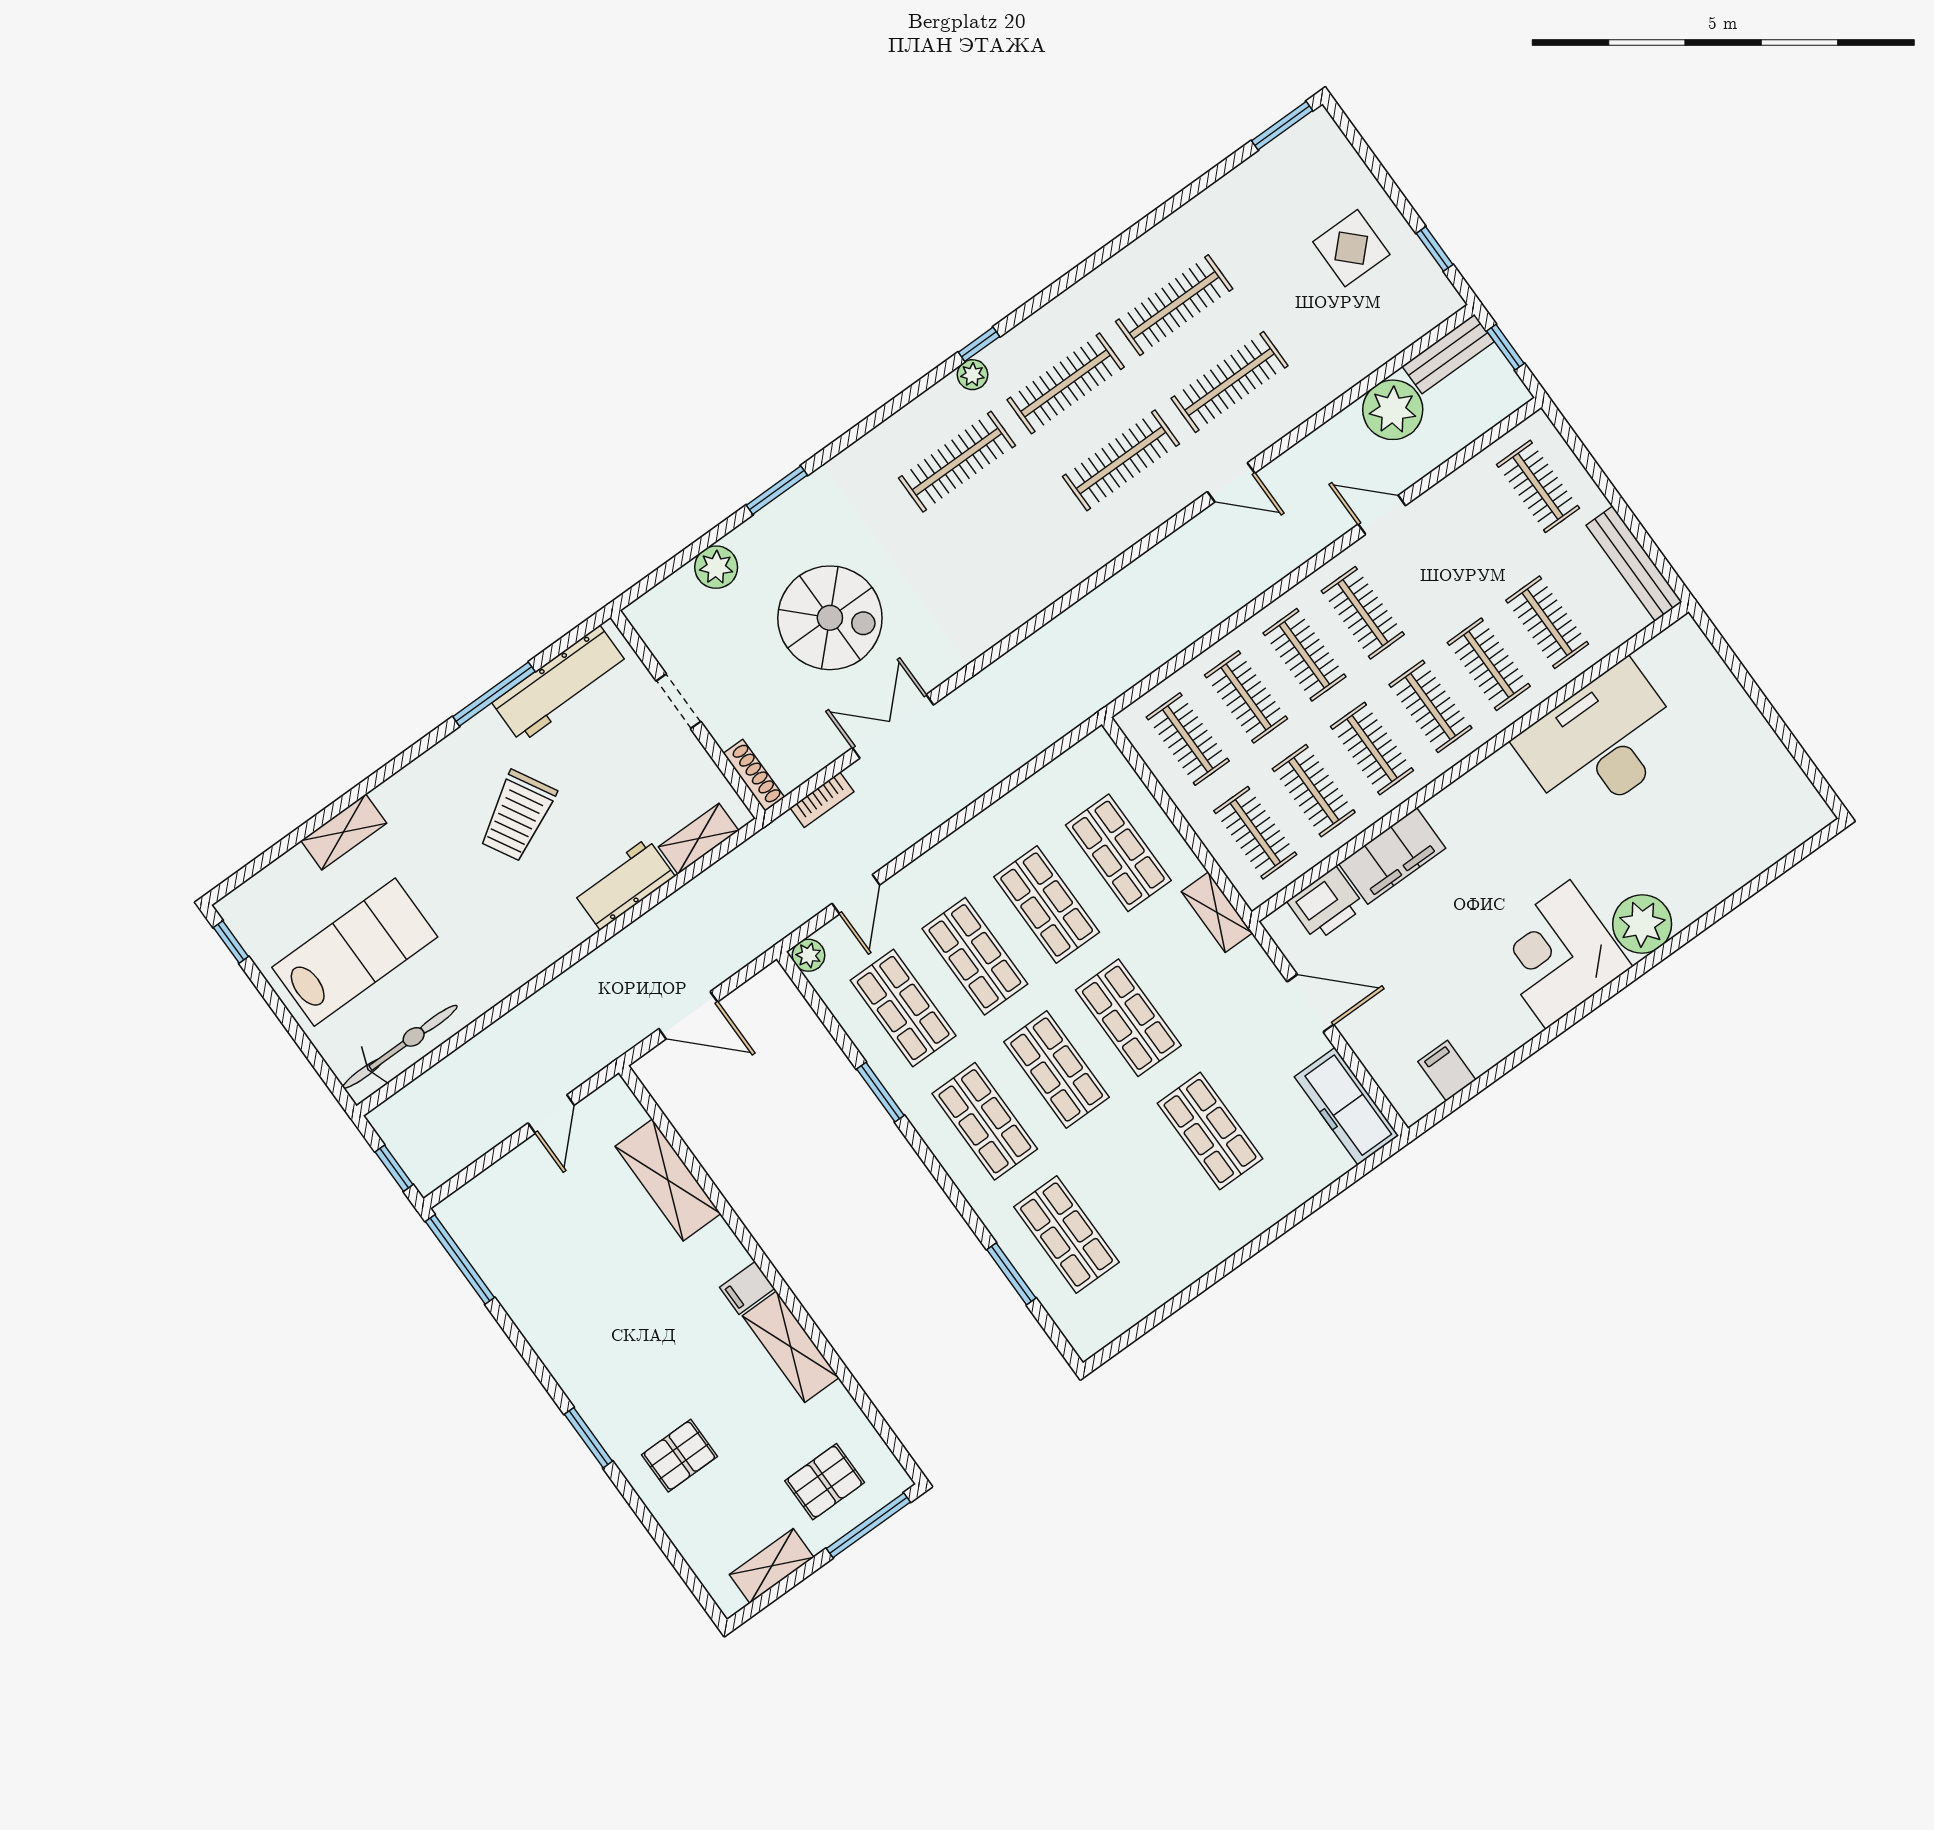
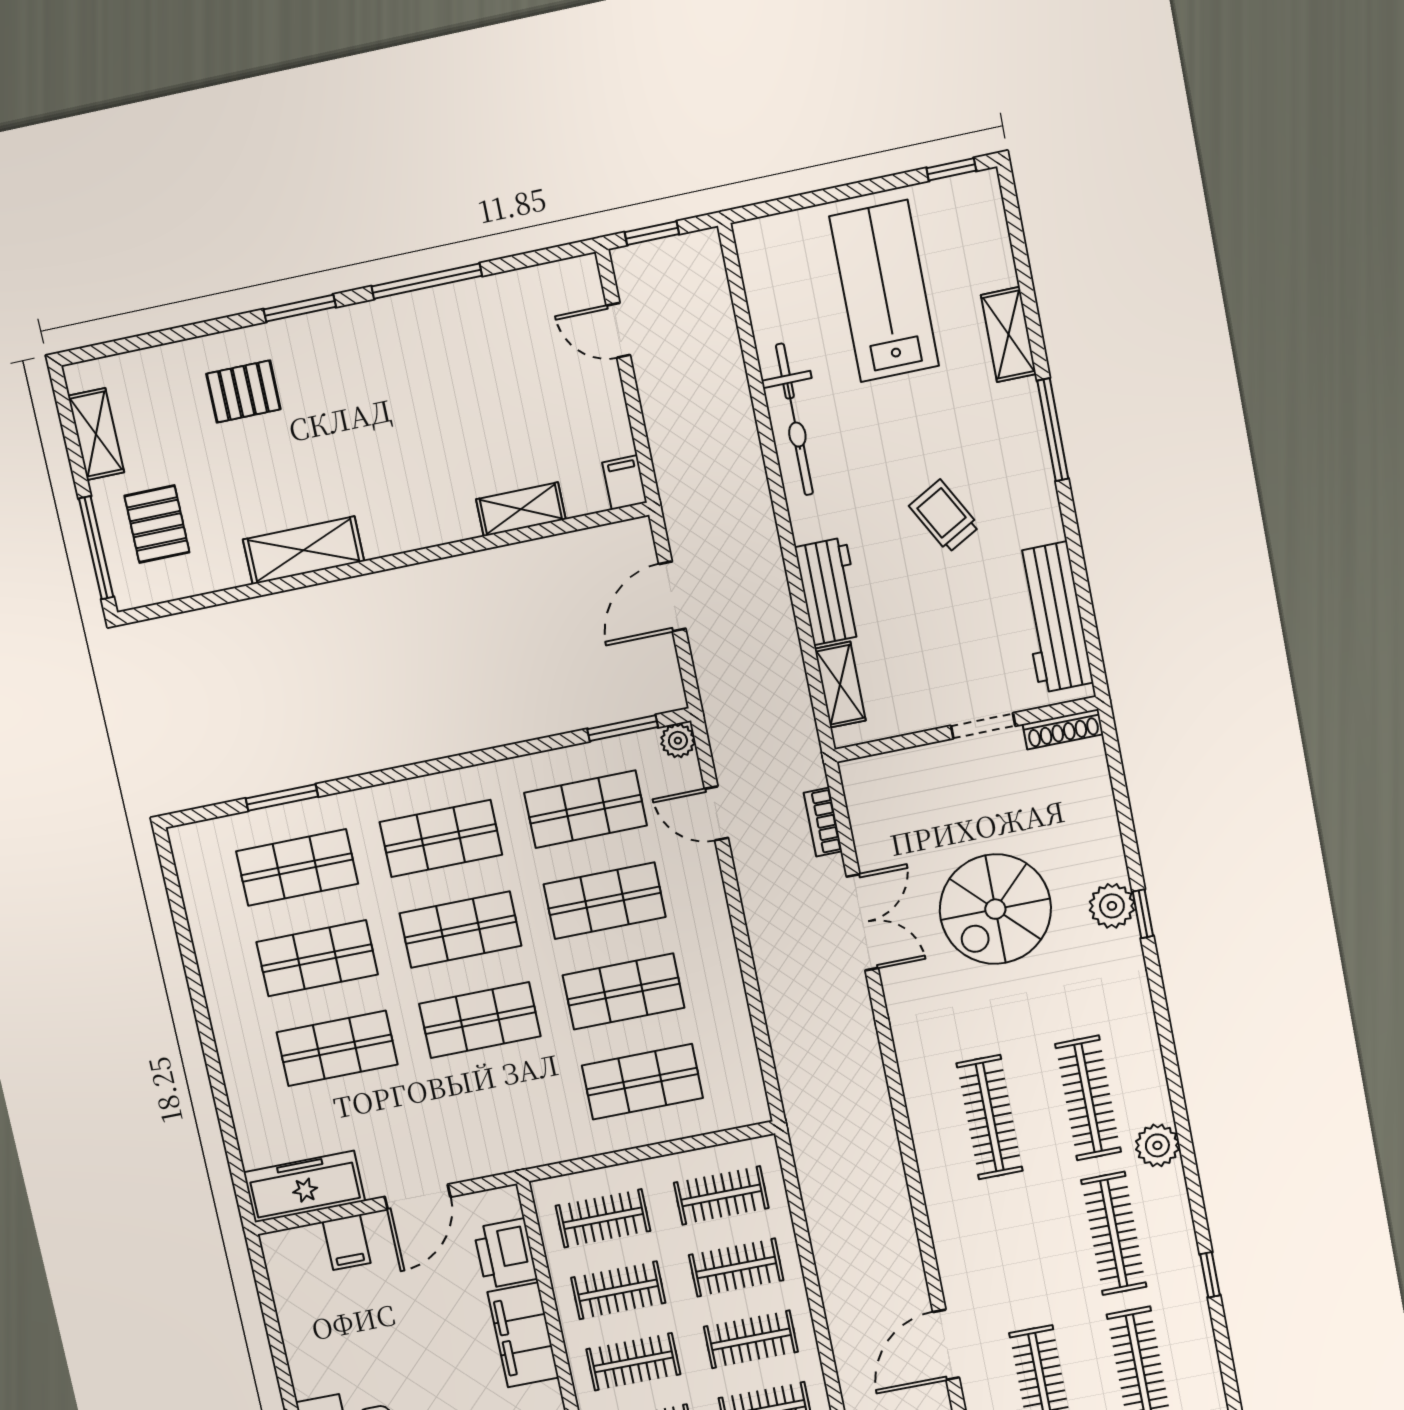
window: (979, 344) -> (1210, 1275), moved
plant: (972, 375) -> (1157, 1145), width x1.38, depth x1.38
clothes rail: (1121, 460) -> (990, 1117), moved
door: (1231, 482) -> (946, 1345), width x1.38
window: (777, 490) -> (1143, 914), width x0.67
plant: (716, 567) -> (1112, 906), moved
window: (494, 694) -> (1053, 430), moved
shoe rack: (754, 775) -> (1063, 729), moved
trolley: (518, 816) -> (944, 516), width x0.73, depth x0.72
shelving: (1217, 912) -> (543, 1149), removed
lab bench: (355, 952) -> (884, 291), turned 180
bicycle: (400, 1047) -> (794, 419), moved
filing cabinet: (1447, 1071) -> (347, 1242), moved, turned 90
window: (880, 1092) -> (623, 728), moved
door: (551, 1114) -> (618, 330), moved
shelving: (668, 1180) -> (521, 509), width x0.67, depth x0.75
shop shelf: (1138, 1183) -> (317, 958), added
window: (460, 1260) -> (427, 281), moved
filing cabinet: (747, 1288) -> (625, 482), moved
pallet: (679, 1456) -> (243, 391), turned 90

